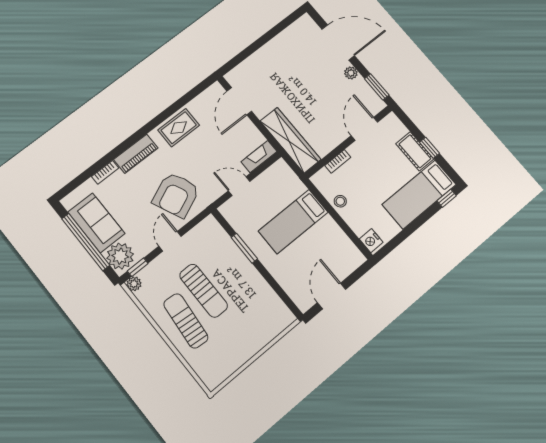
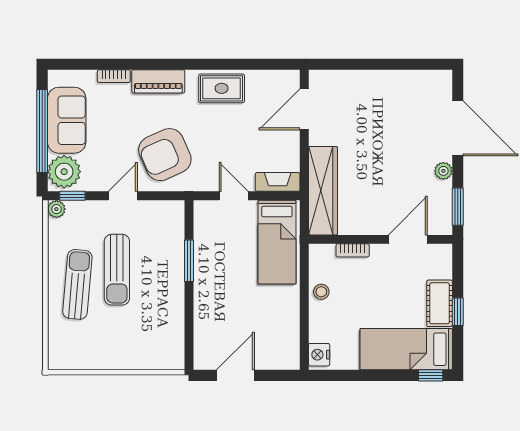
bed: (293, 222) -> (277, 242), moved, turned -90

